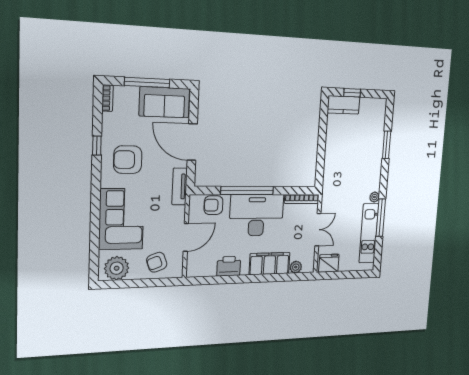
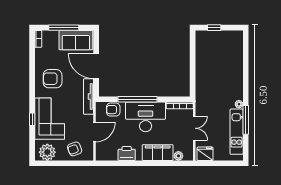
kitchen counter: (344, 105) -> (208, 37), removed
window: (387, 145) -> (246, 65), removed
window: (97, 146) -> (32, 119), moved
tv unit: (180, 186) -> (89, 97), width x1.41

